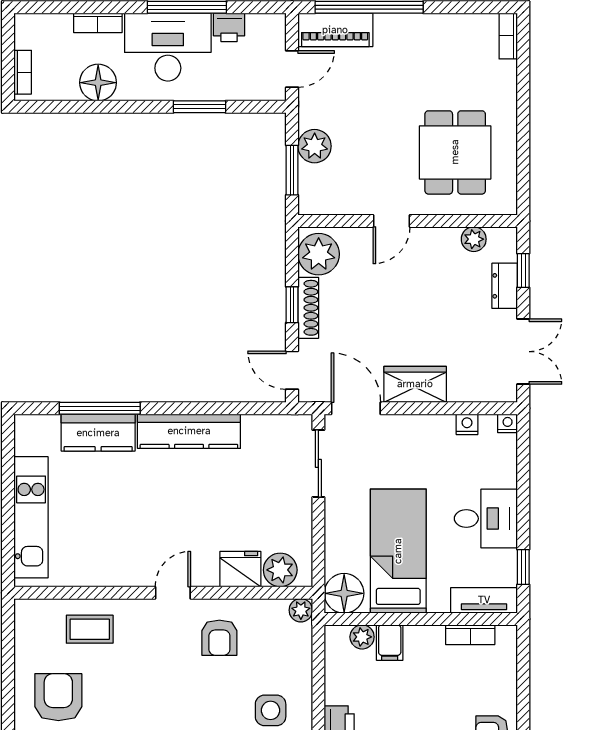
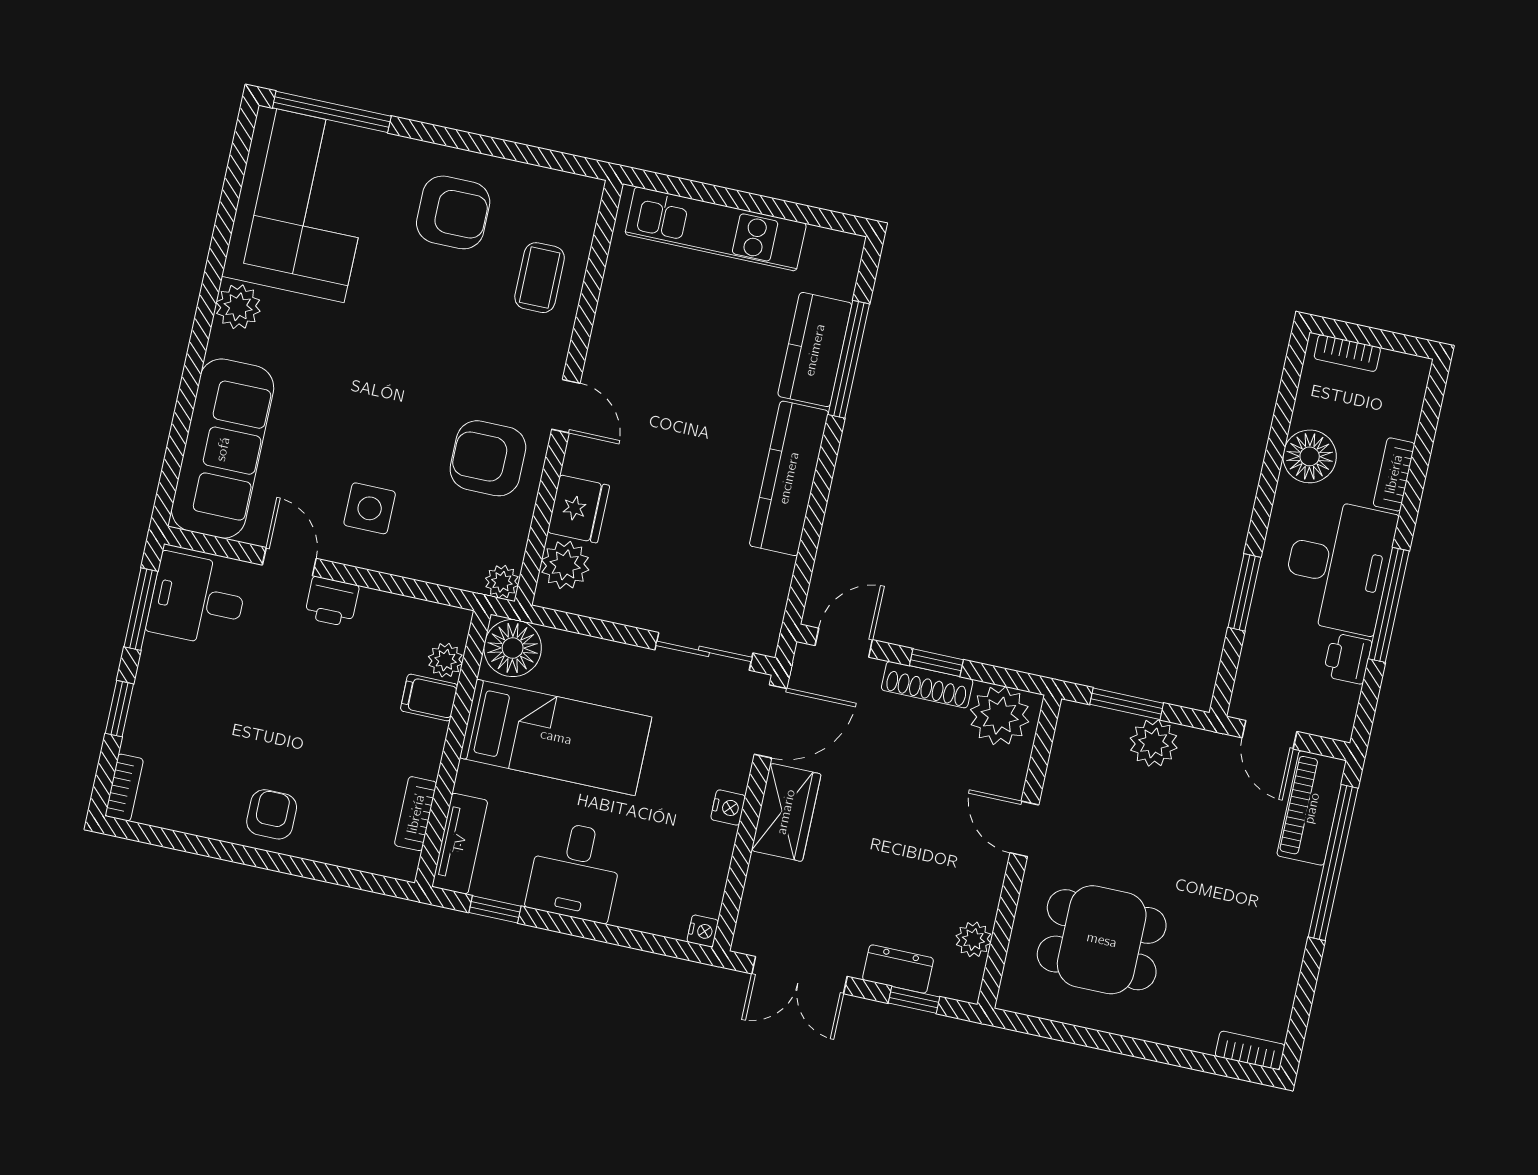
nightstand: (467, 424) -> (728, 807), moved
armchair: (219, 638) -> (488, 458), width x1.38, depth x1.38

